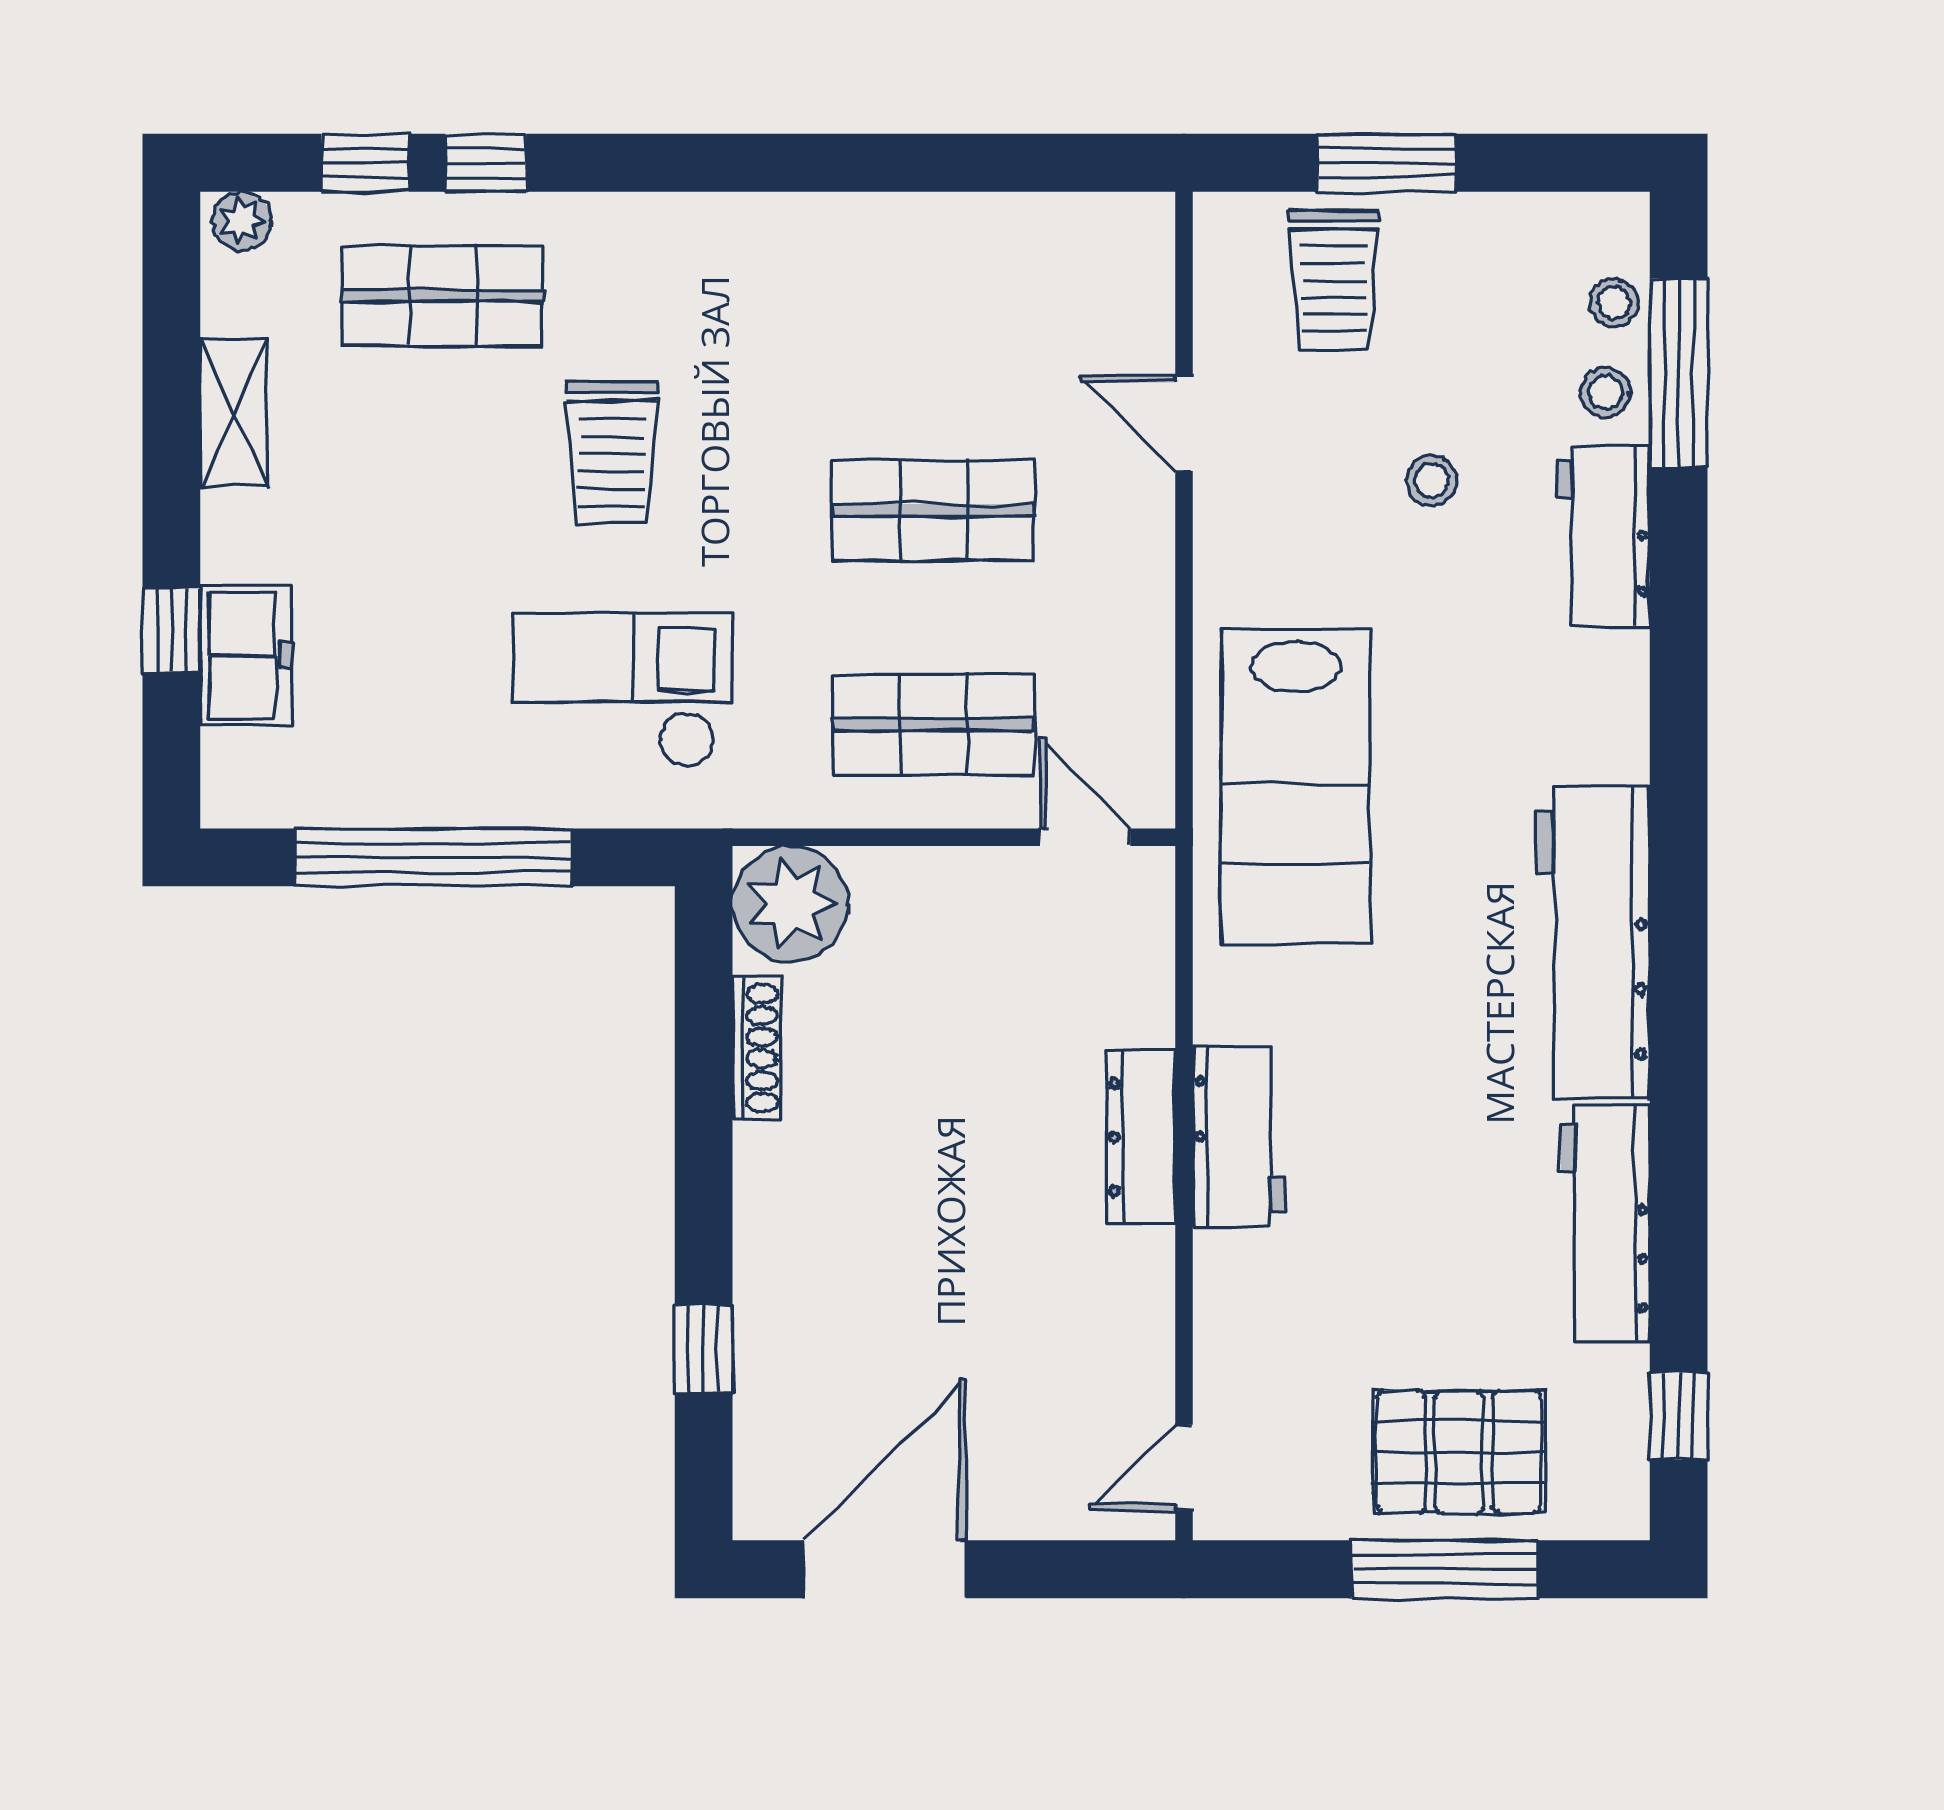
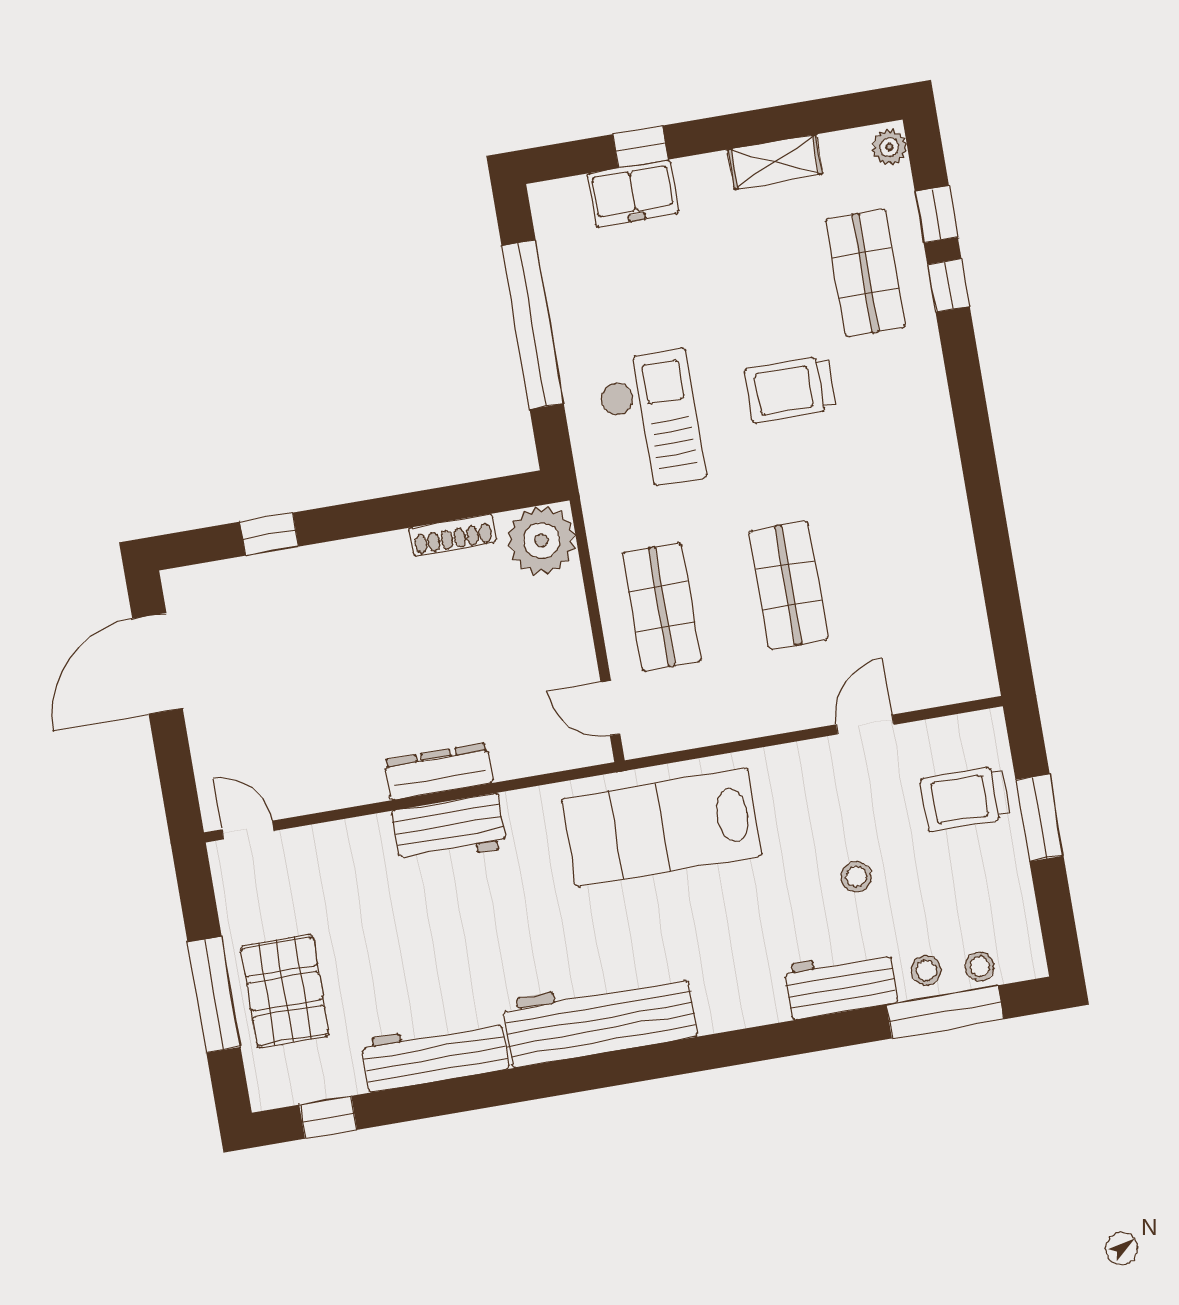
door: (1085, 837) -> (610, 708), swing flipped
door: (885, 1569) -> (157, 663), swing flipped

